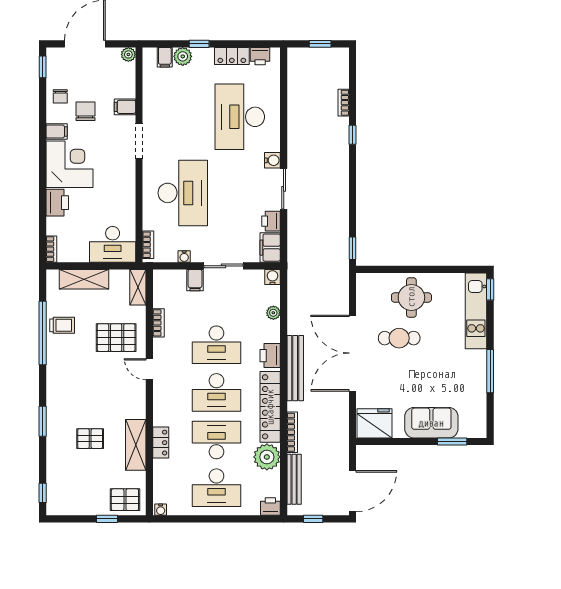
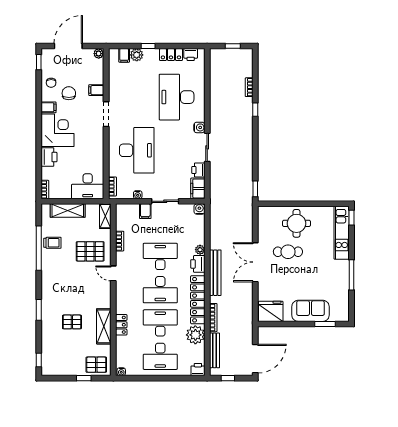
plant: (273, 313) -> (200, 250), moved
desk: (216, 345) -> (160, 256), turned 180
double door: (352, 353) -> (255, 262), width x0.73

